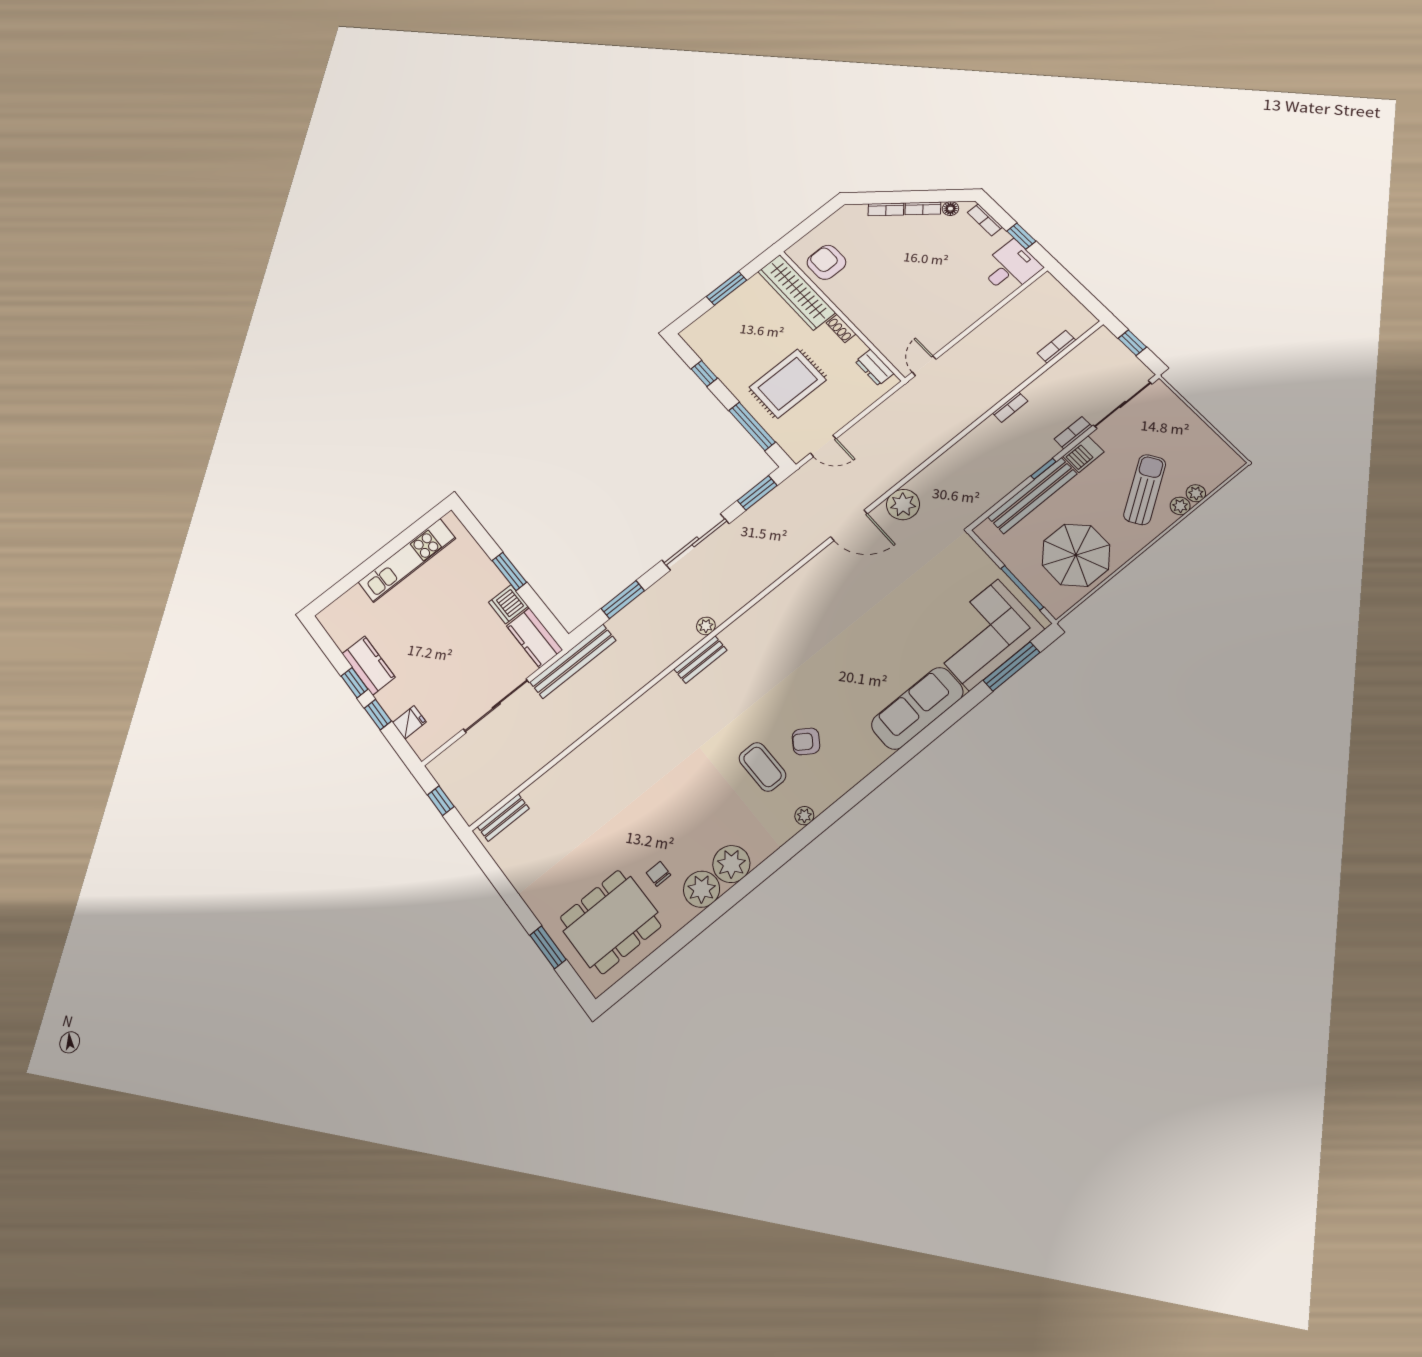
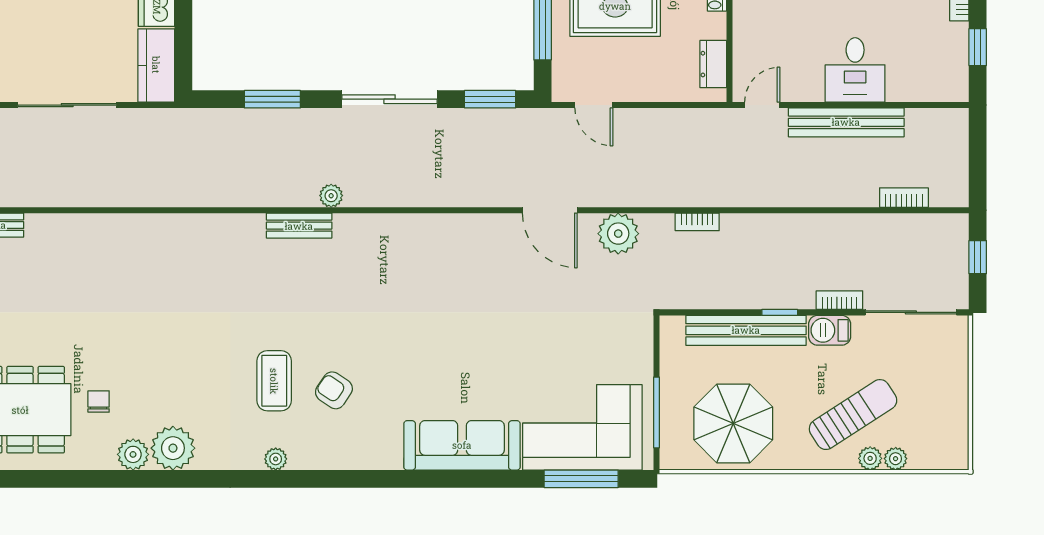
desk: (1010, 267) -> (855, 70), moved, turned 90
bookcase: (1010, 407) -> (697, 222), moved
bench: (573, 661) -> (846, 122), moved
plant: (702, 889) -> (133, 454), width x0.73, depth x0.73

